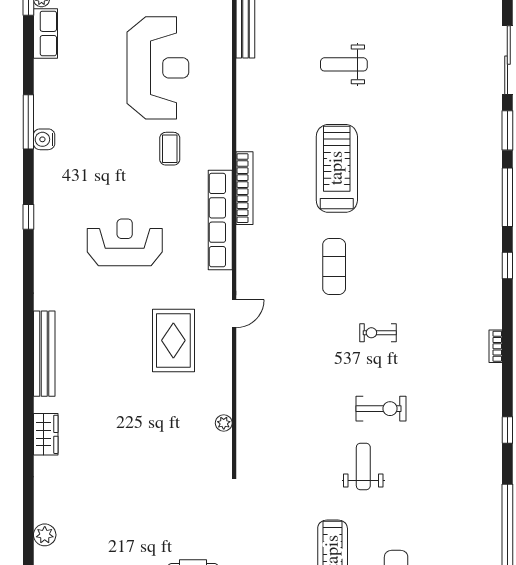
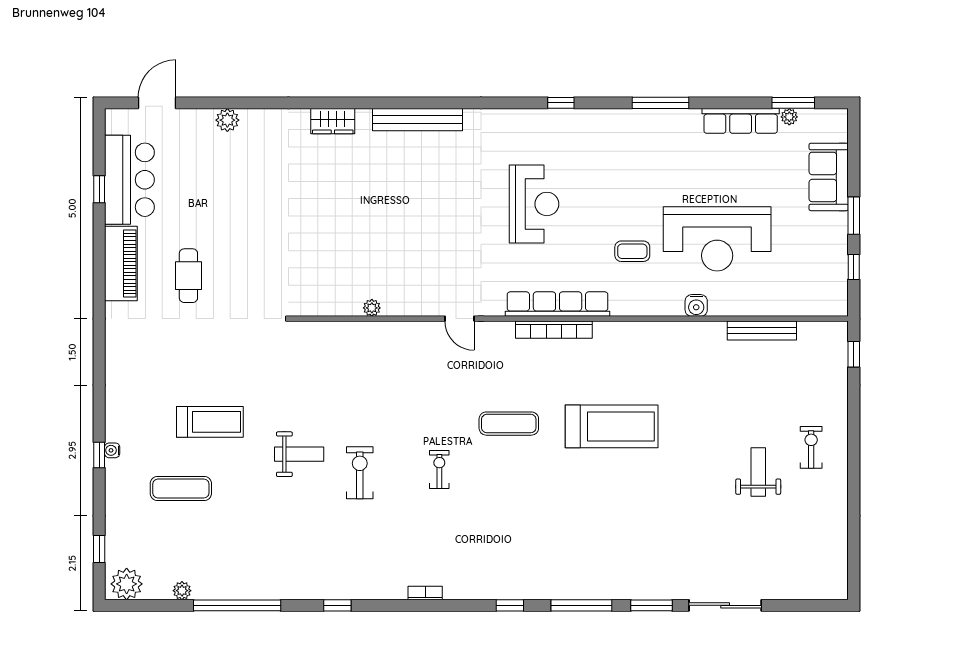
row of seats: (46, 33) -> (741, 121), width x1.48
weight bench: (344, 64) -> (758, 472), moved
water cooler: (44, 139) -> (696, 305), moved, turned 180
bookcase: (245, 188) -> (554, 330), moved
rug: (173, 340) -> (431, 255), removed
exercise bike: (381, 409) -> (360, 473), turned 180
plant: (224, 423) -> (372, 308), moved

